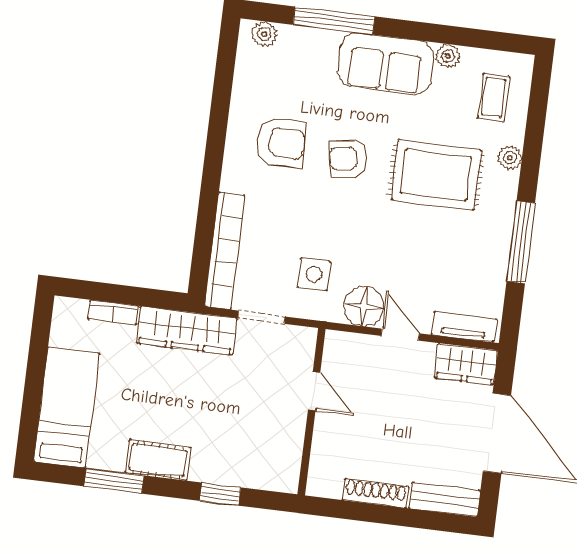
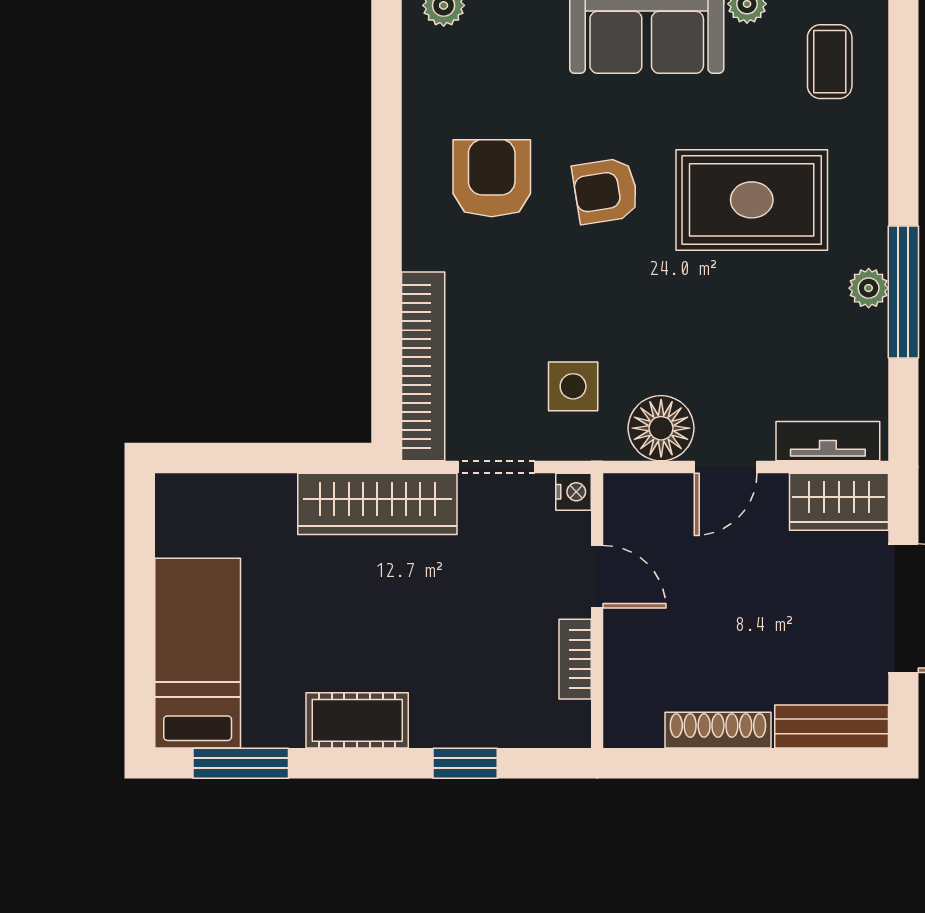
armchair: (280, 142) -> (492, 178), turned -90
plant: (510, 158) -> (869, 288), moved
bookcase: (113, 312) -> (575, 659), moved, turned 90
door: (400, 335) -> (726, 467), swing flipped
nightstand: (306, 338) -> (573, 492), added
window: (114, 481) -> (241, 763), moved

